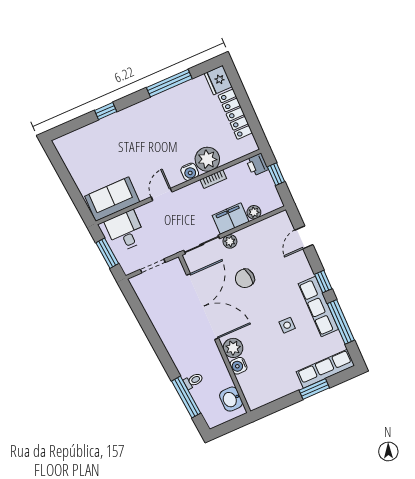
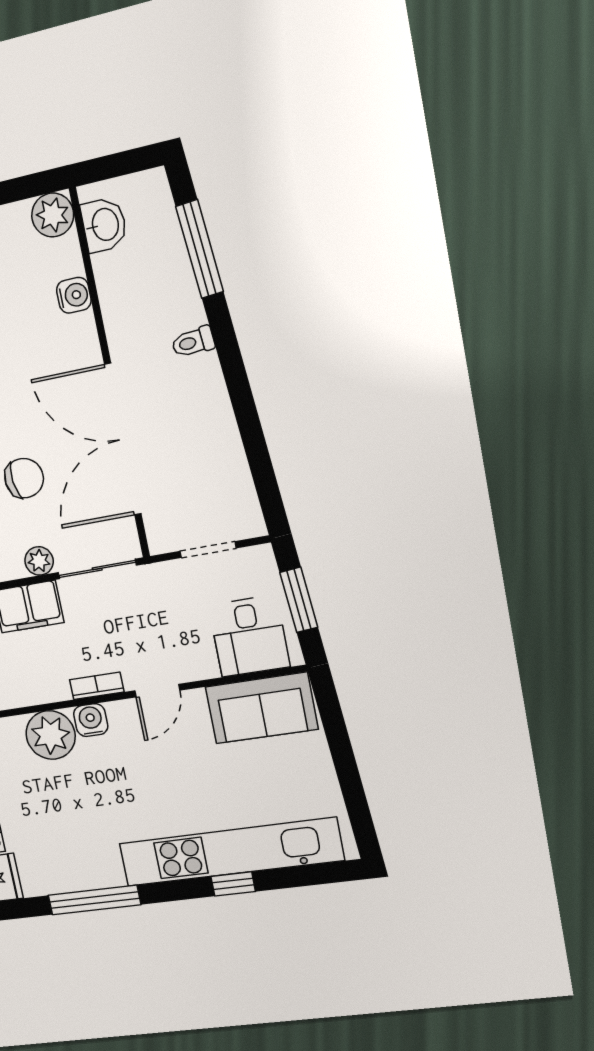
kitchen unit: (111, 126) -> (230, 852), added
bookcase: (213, 179) -> (97, 686), moved
plant: (233, 348) -> (53, 215), moved
toilet: (193, 381) -> (193, 342), moved

